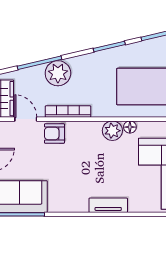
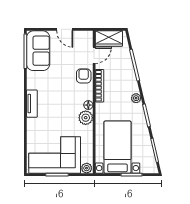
plant: (58, 73) -> (136, 98), moved, width x0.53, depth x0.53
floor lamp: (130, 127) -> (88, 105), moved
tv unit: (108, 205) -> (32, 104), moved

